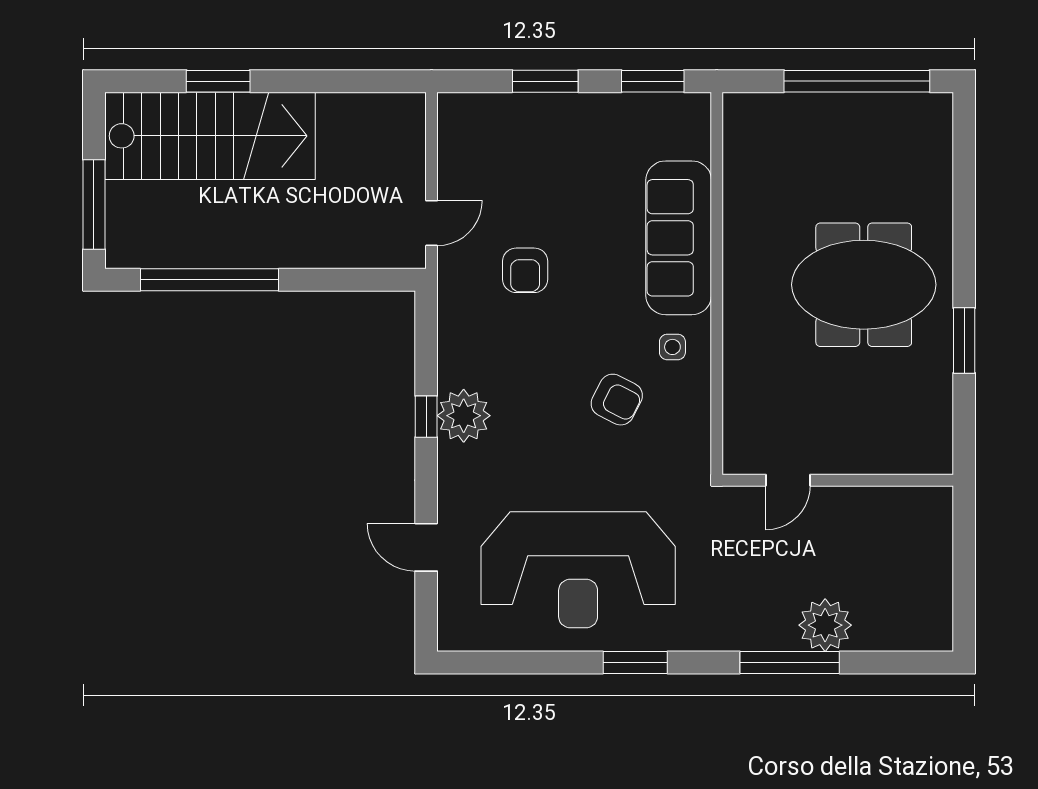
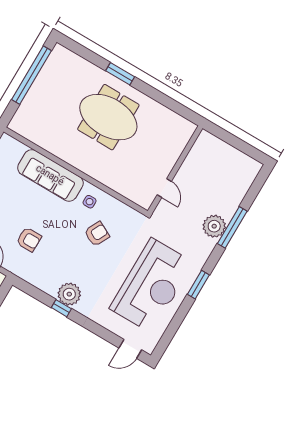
meeting table: (864, 285) -> (108, 117), turned 90
window: (964, 340) -> (120, 74), moved
door: (426, 547) -> (130, 349), moved
plant: (825, 625) -> (214, 226), moved

